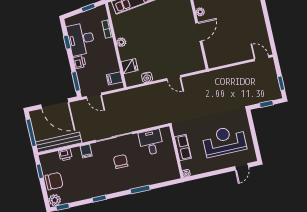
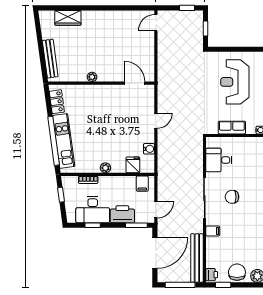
door: (199, 32) -> (135, 83), moved
printer: (79, 62) -> (122, 214), width x1.87, depth x1.48
printer: (65, 155) -> (212, 275), moved

